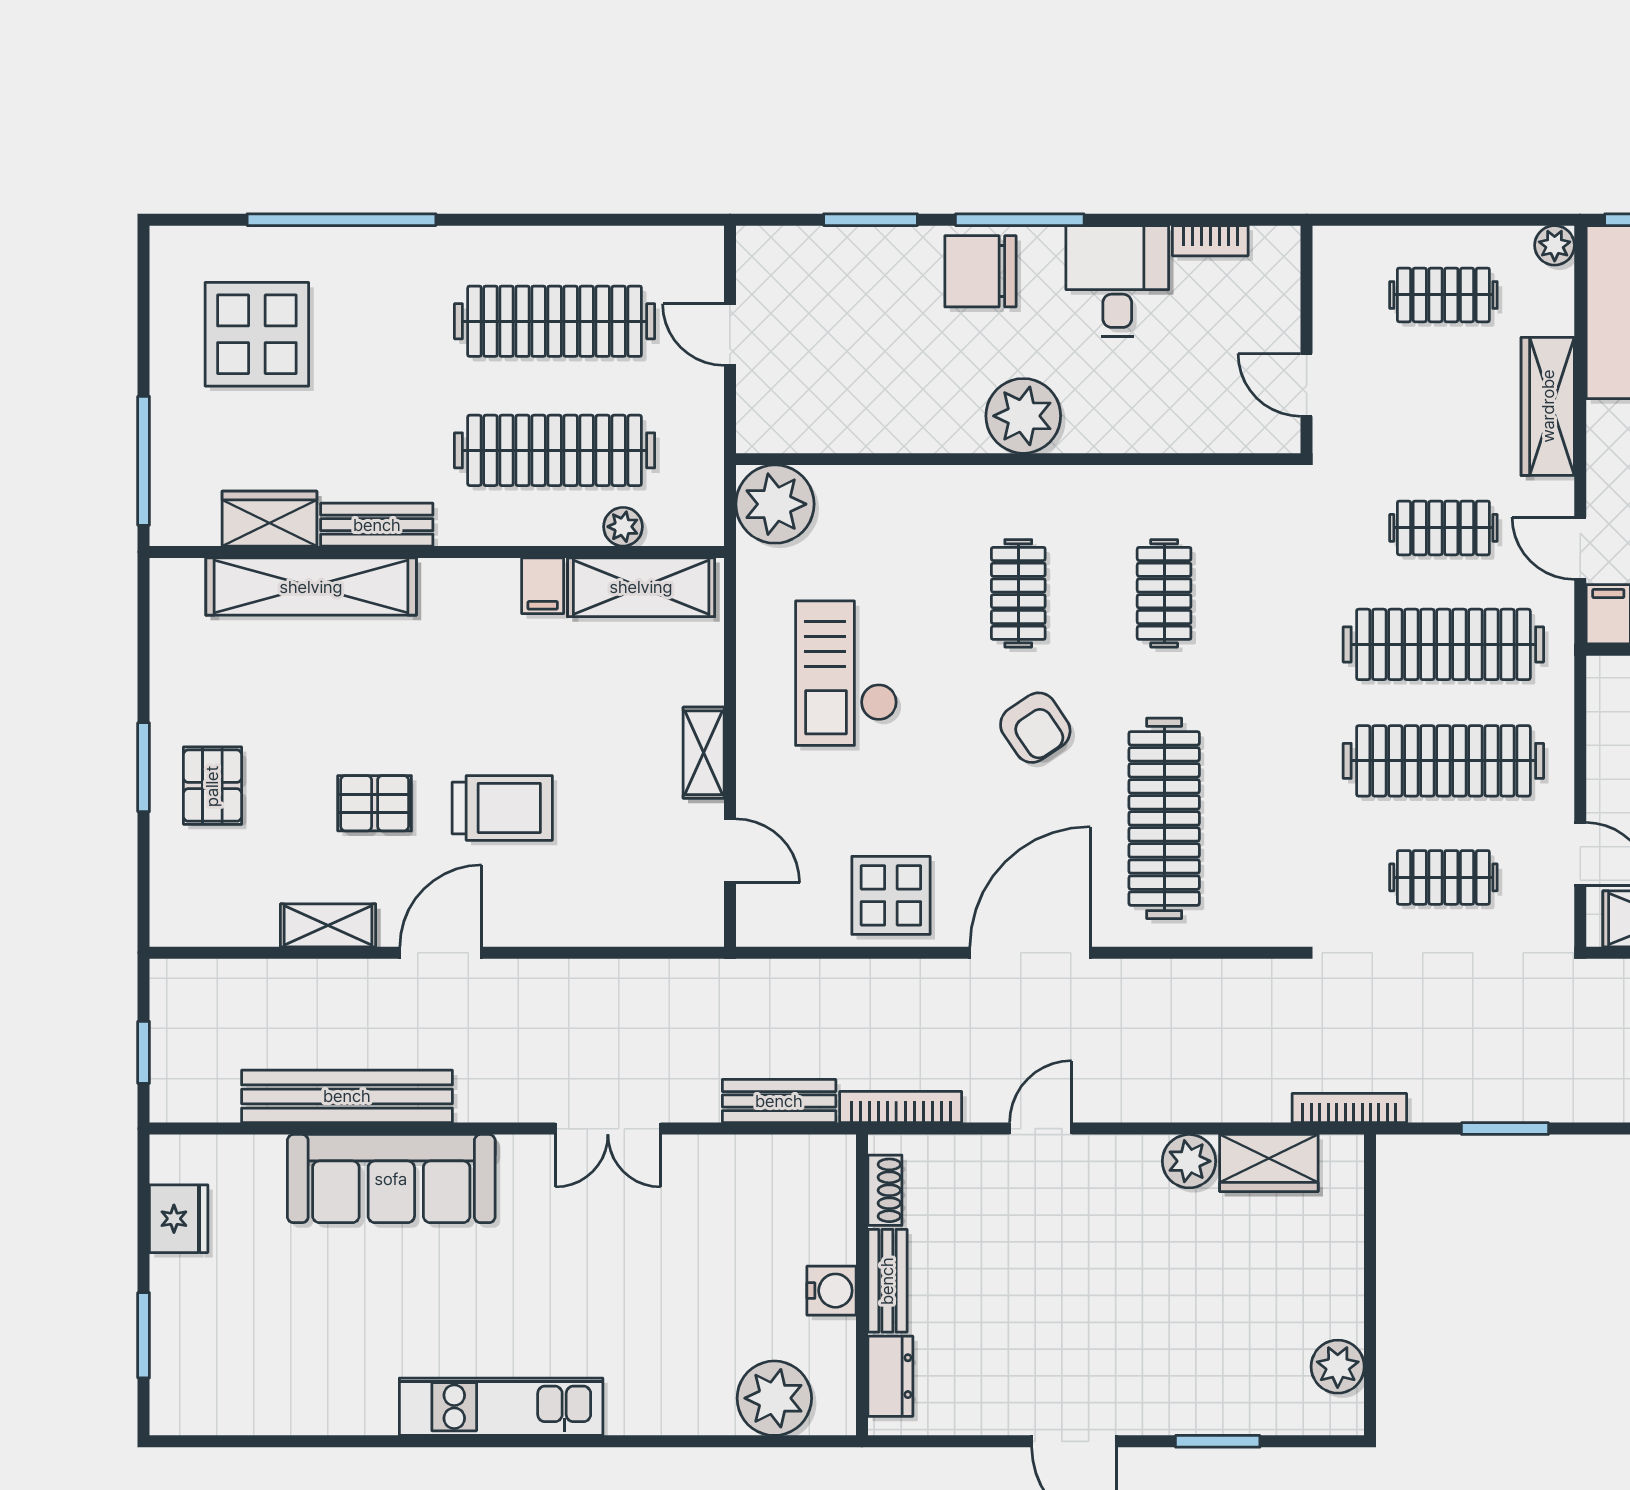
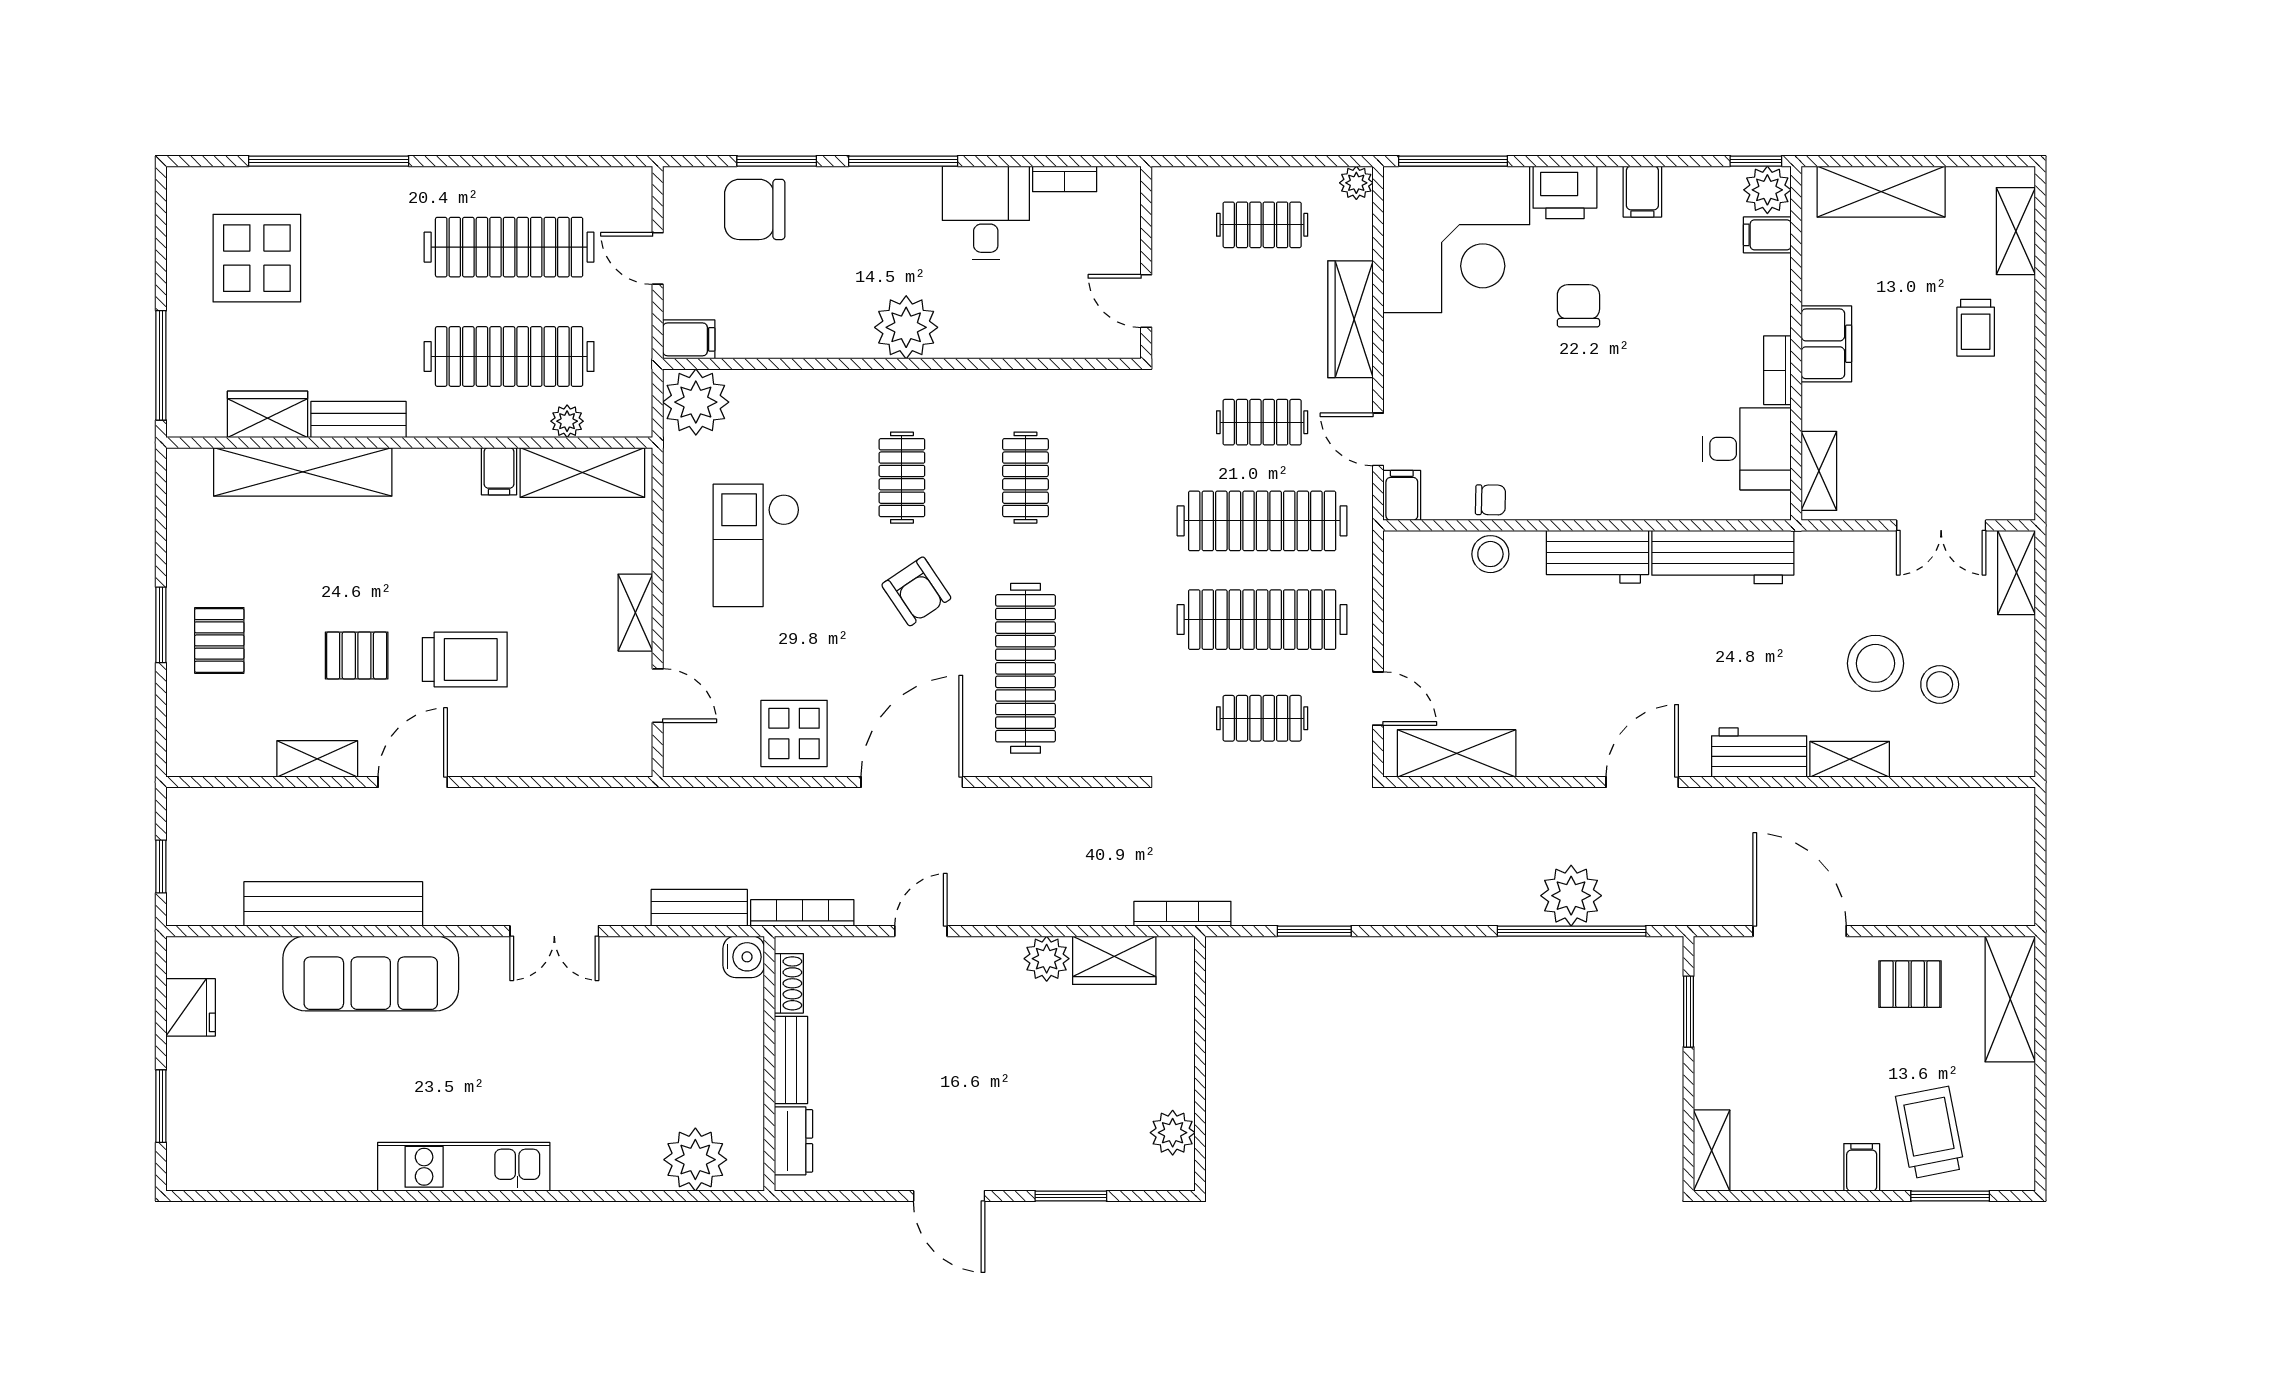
chair: (980, 271) -> (755, 209), moved
filing cabinet: (767, 430) -> (689, 339), added
water cooler: (831, 1291) -> (744, 957), moved

